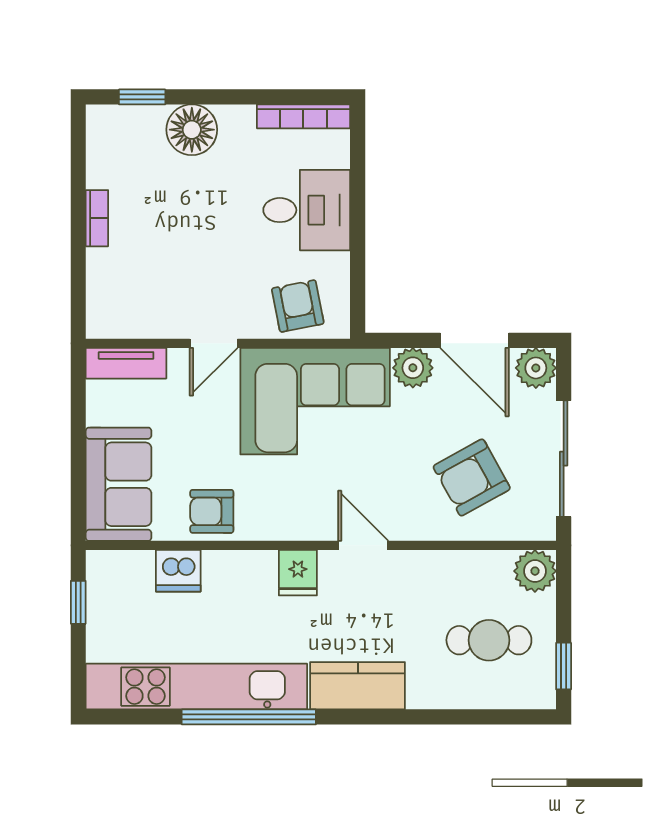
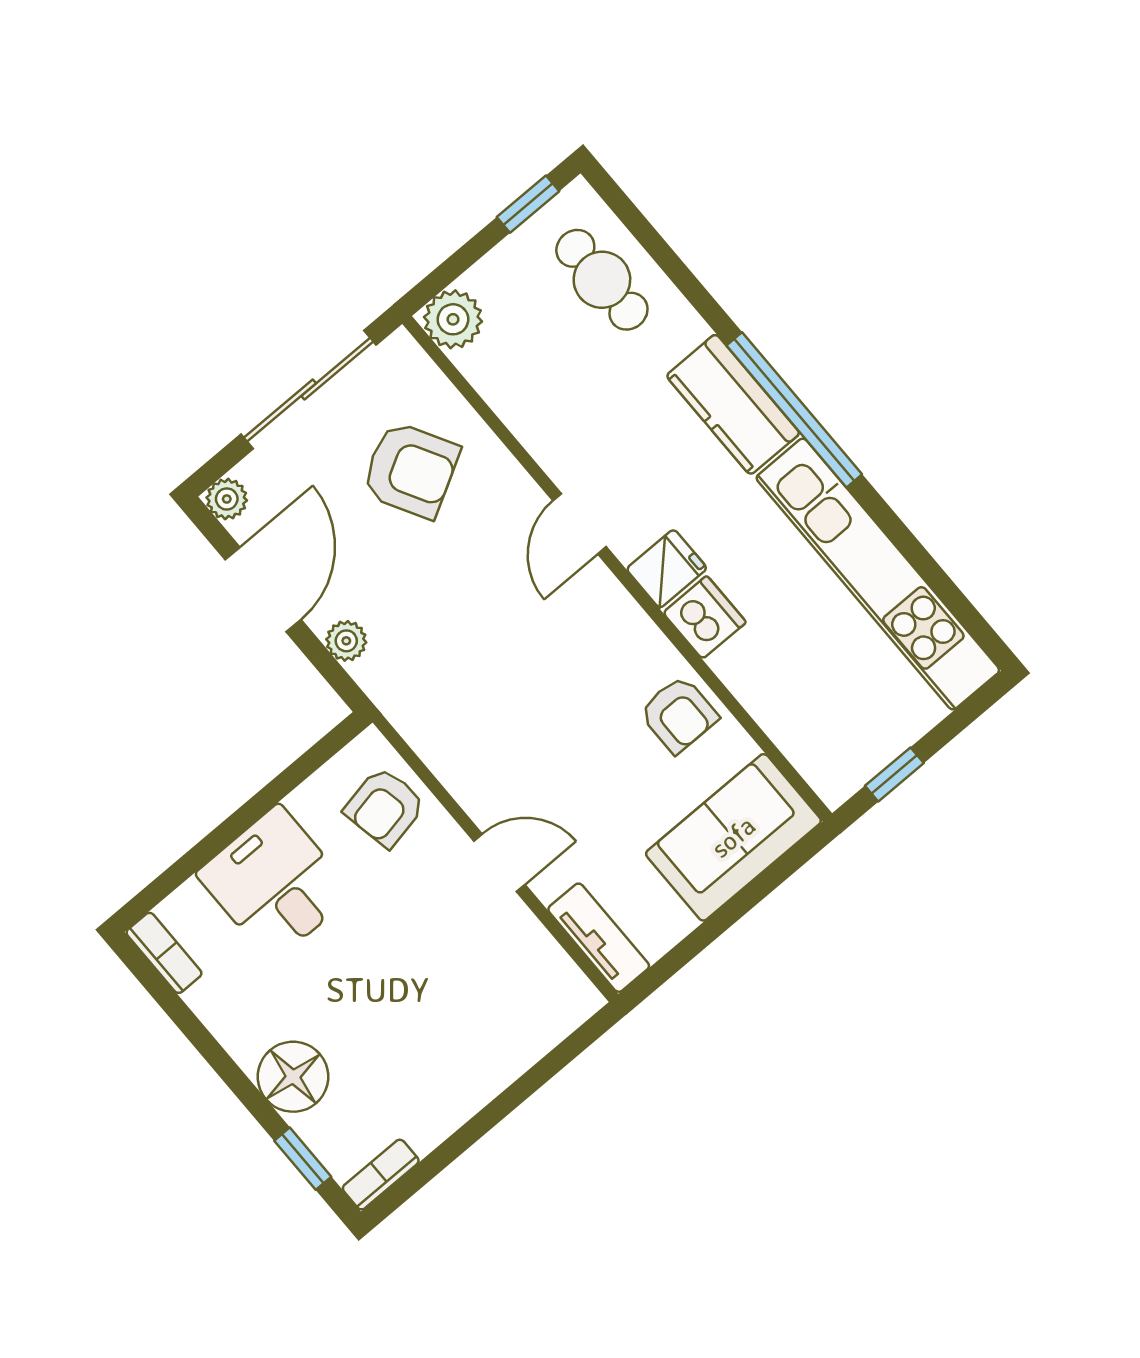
bookcase: (303, 116) -> (164, 953), width x0.64
bookcase: (97, 218) -> (381, 1175), moved
plant: (413, 368) -> (346, 641), width x0.73, depth x0.73
plant: (536, 368) -> (227, 499), width x0.73, depth x0.73
corner sofa: (315, 401) -> (470, 704), removed
dishwasher: (178, 571) -> (705, 617), moved
cafe table: (489, 640) -> (602, 280), moved
window: (249, 717) -> (794, 410), moved

